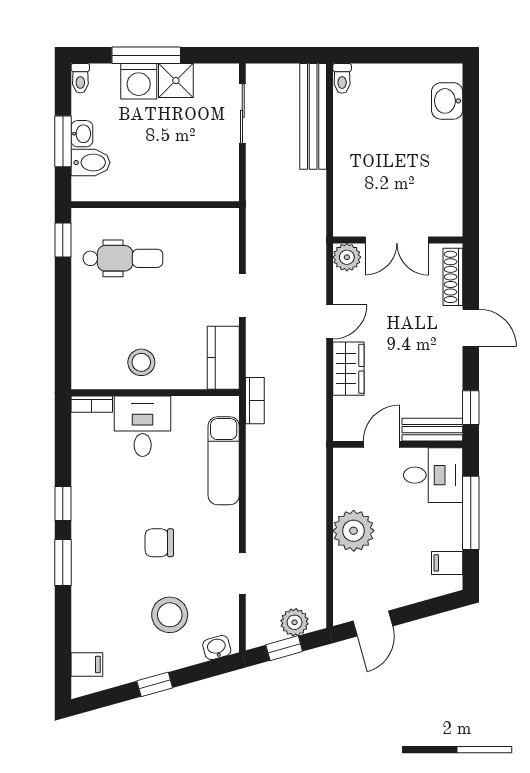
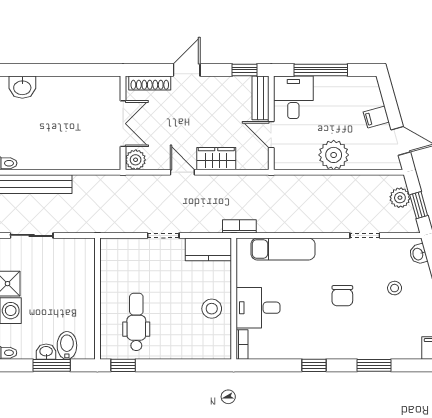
window: (63, 563) -> (374, 365), moved
filing cabinet: (447, 563) -> (376, 117), moved, turned 74
stool: (170, 615) -> (395, 288), width x0.53, depth x0.53

